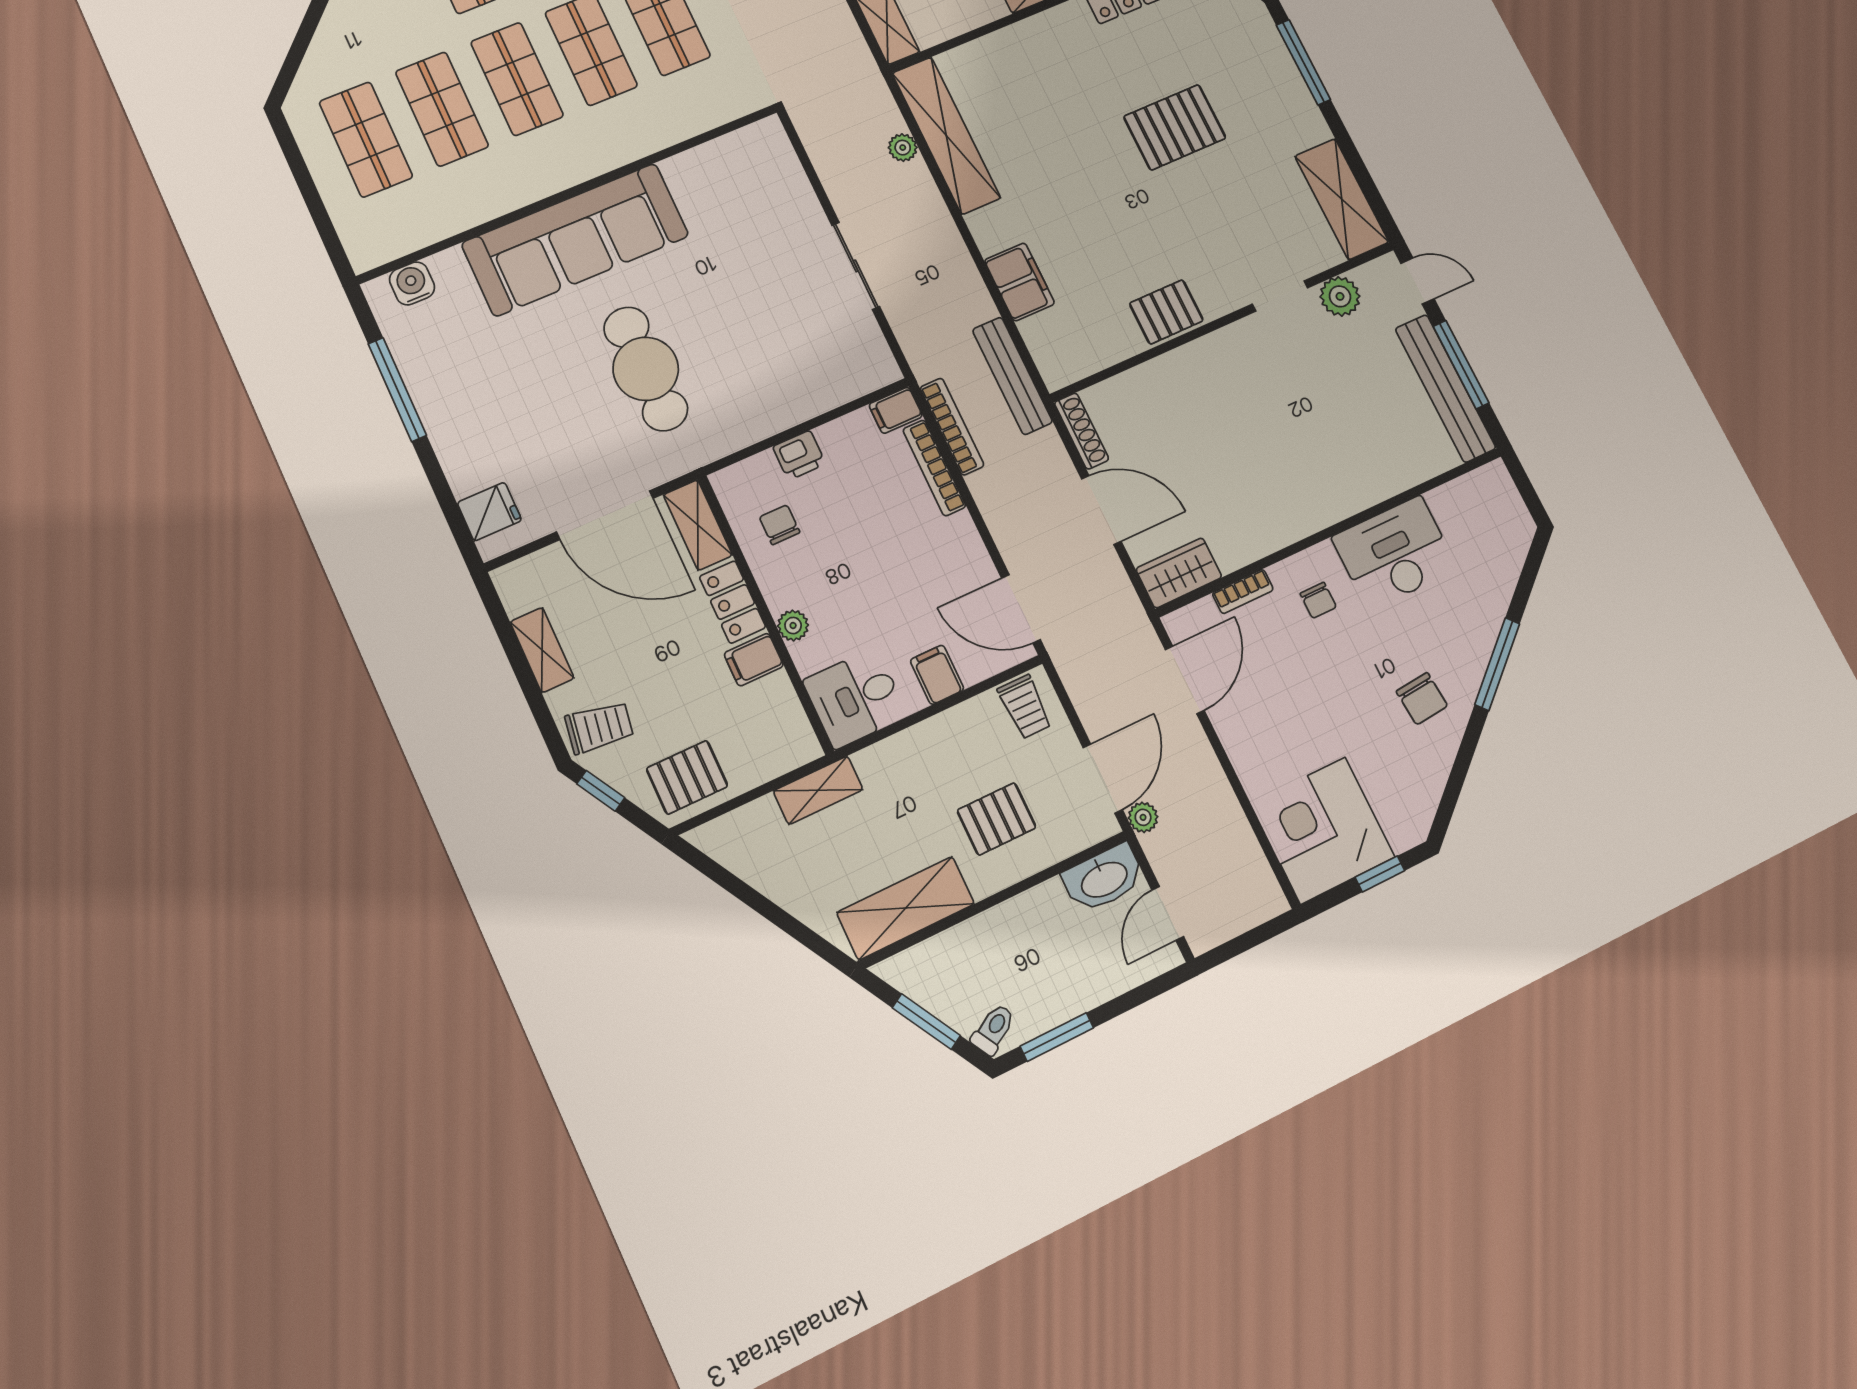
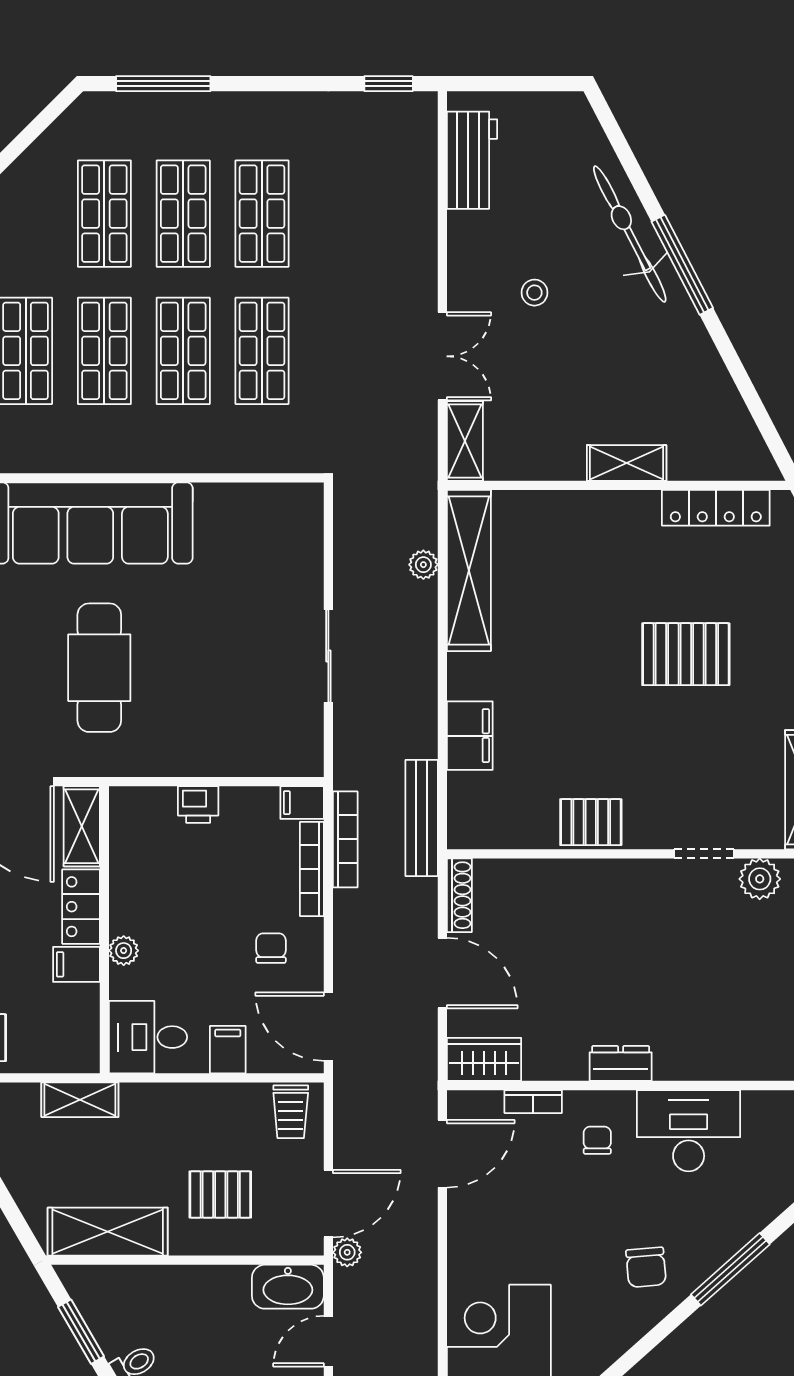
dresser: (1303, 519) -> (621, 1063), added
chair: (780, 525) -> (271, 948), moved
chair: (1318, 600) -> (597, 1140), turned 180

